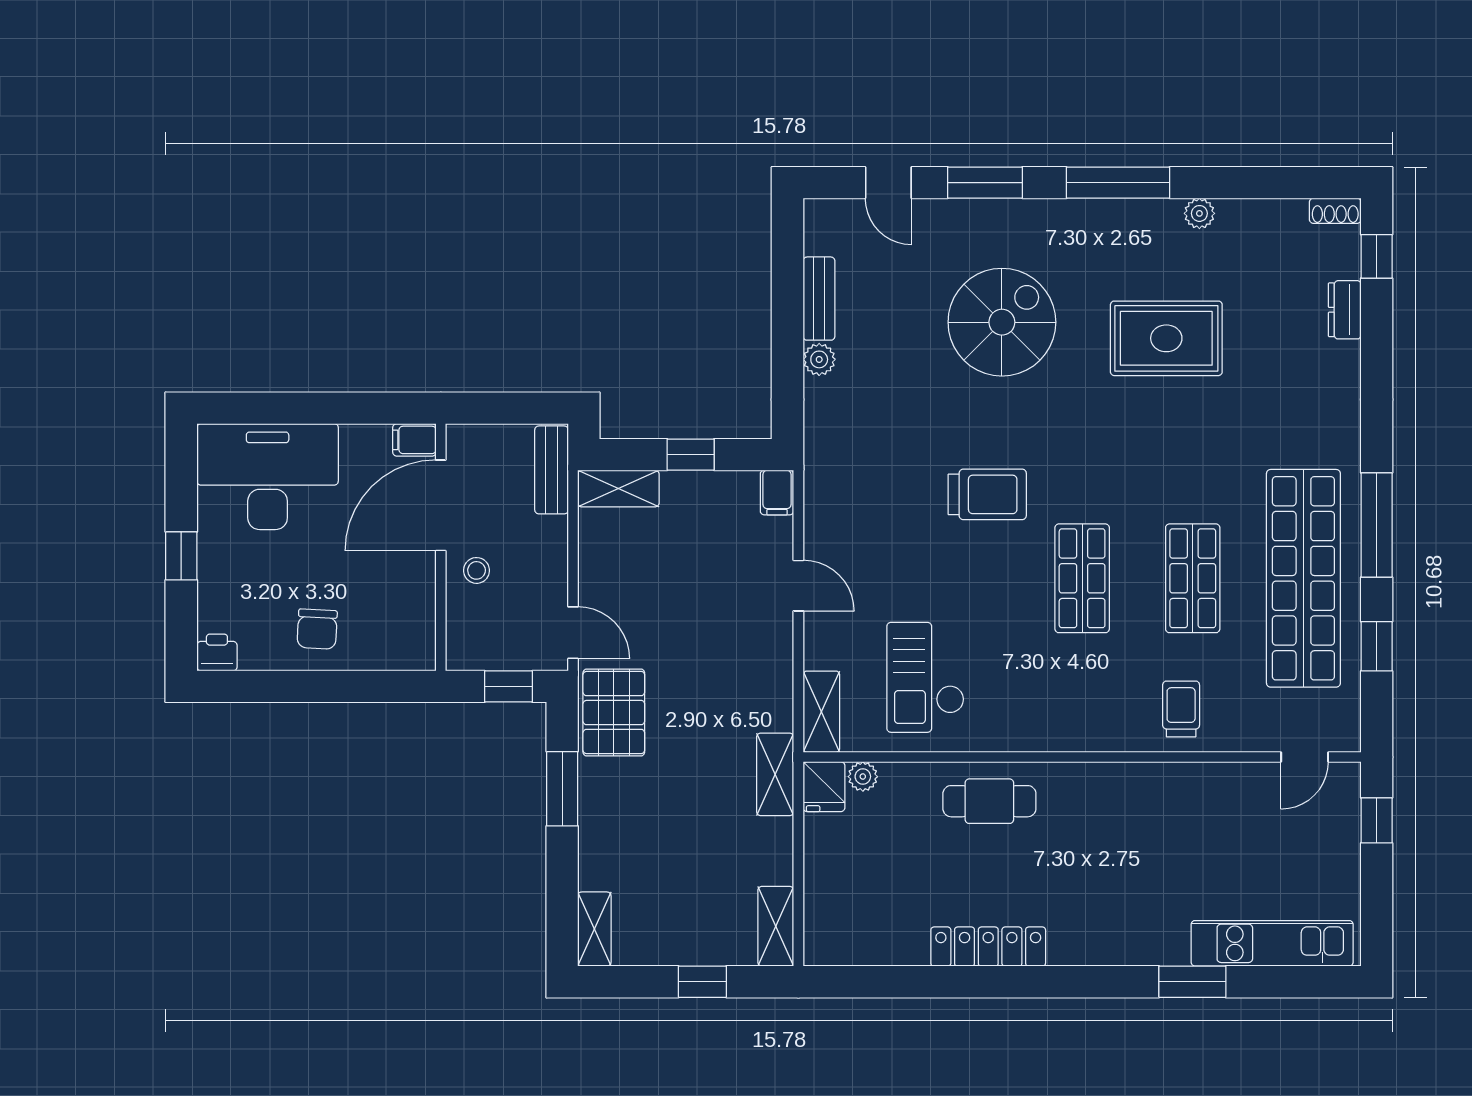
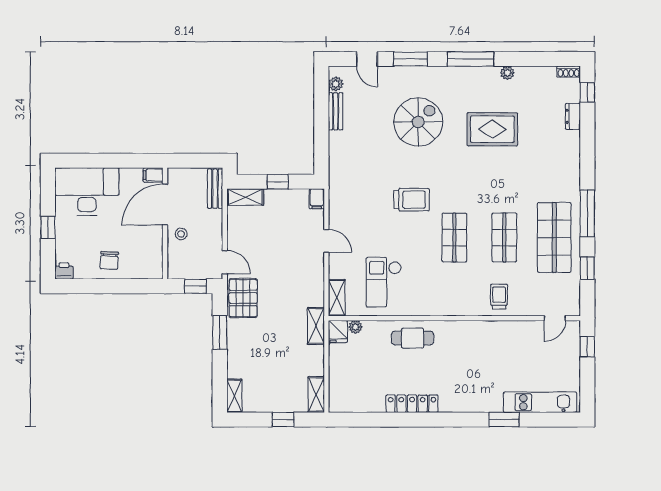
plant: (819, 359) -> (336, 84), moved
shop shelf: (1303, 578) -> (554, 237), width x0.71

